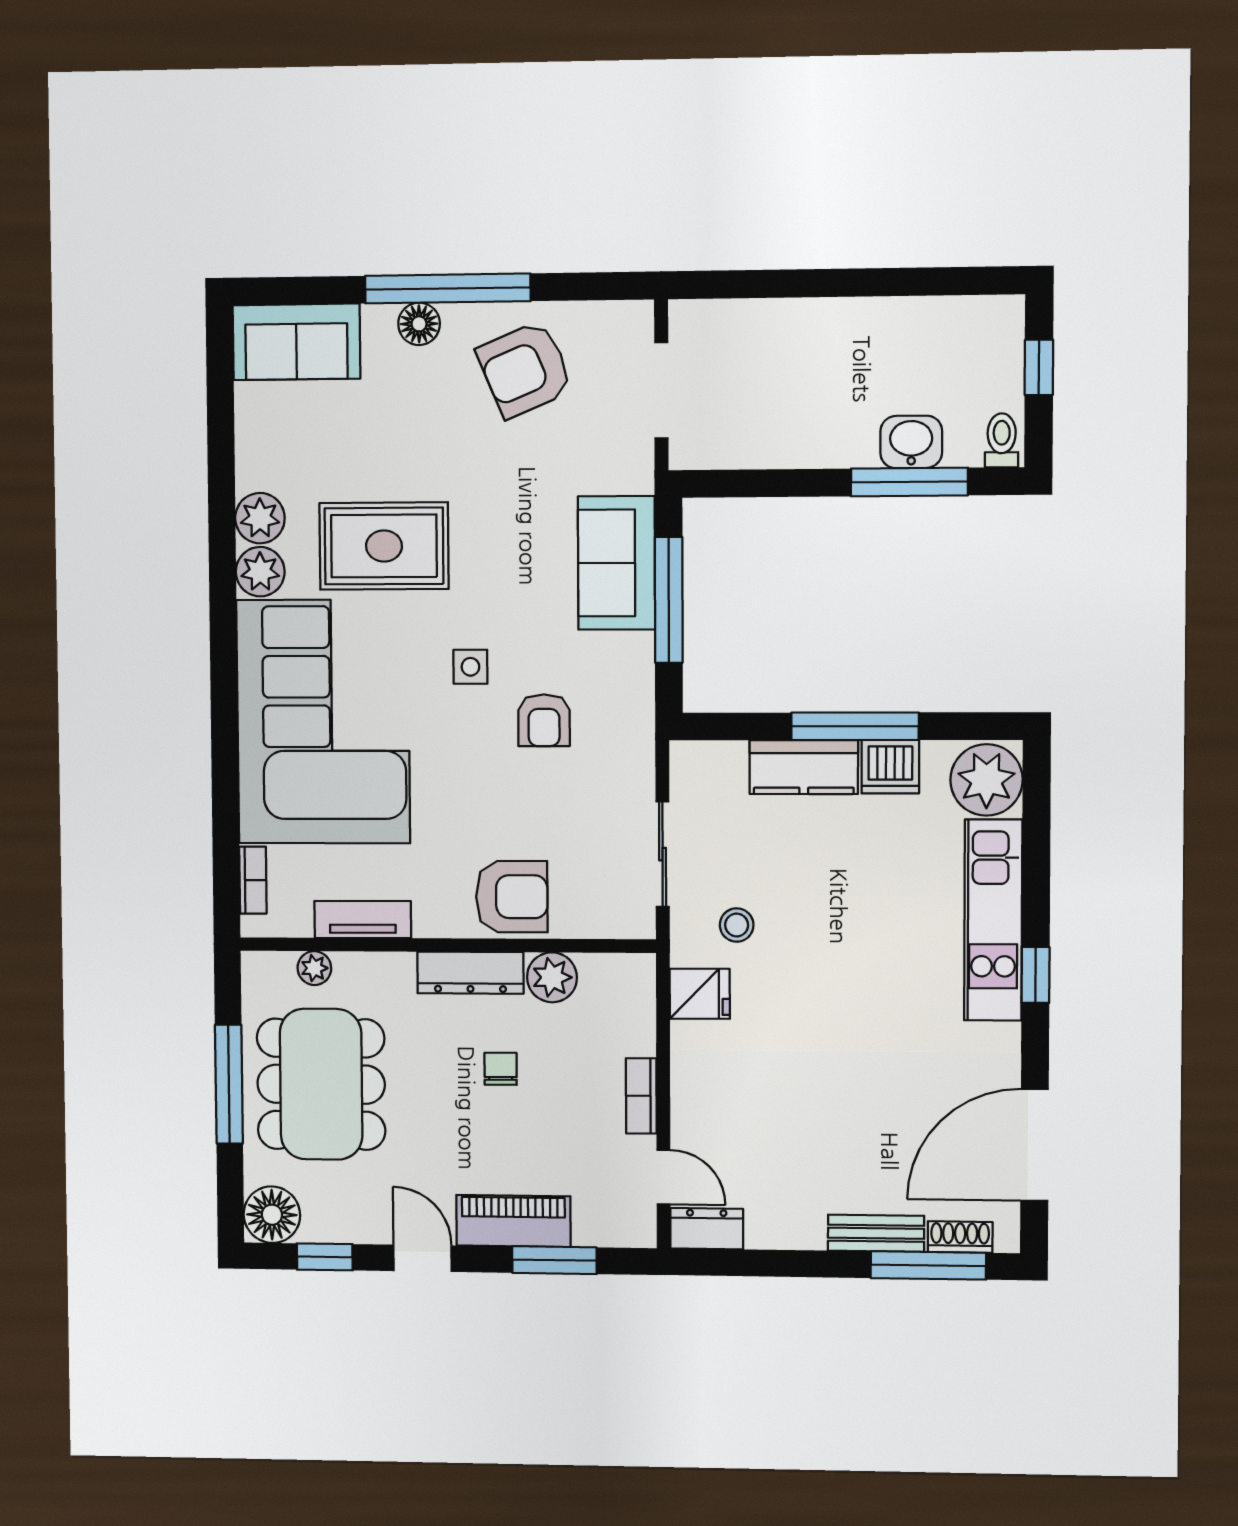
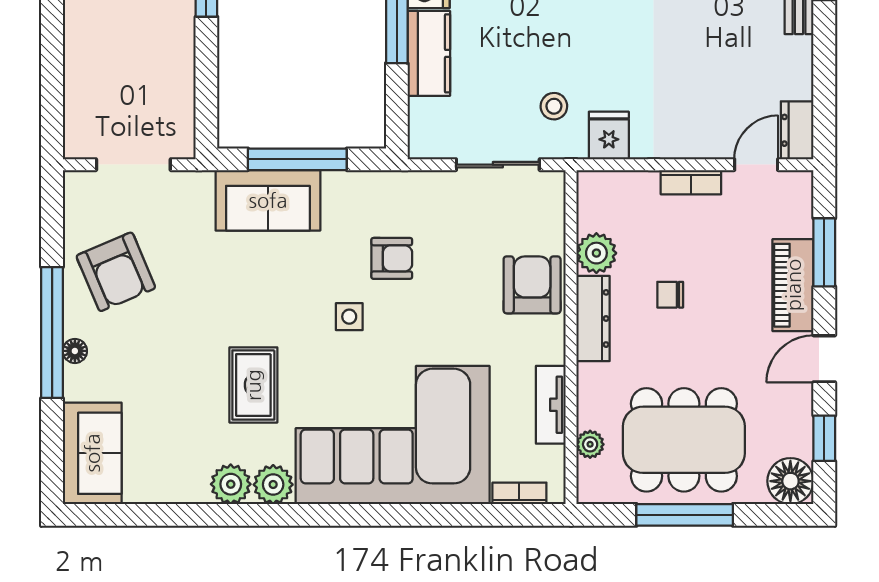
floor lamp: (419, 324) -> (75, 351), width x0.73, depth x0.73
rug: (384, 546) -> (253, 385), width x0.73, depth x0.70

